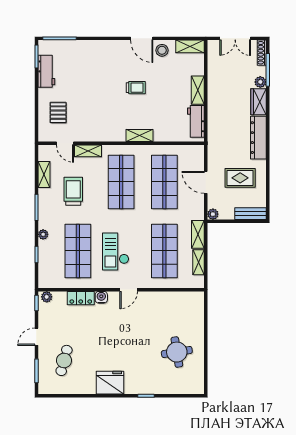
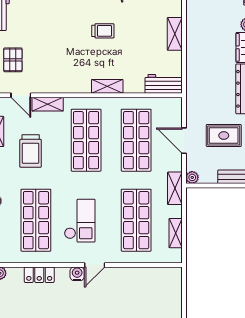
workbench: (196, 121) -> (164, 84), moved, turned 90
trolley: (73, 191) -> (31, 151), turned 180
shelving: (198, 234) -> (175, 188), moved
checkout: (116, 251) -> (80, 221), turned 180
water cooler: (101, 297) -> (77, 274), moved

